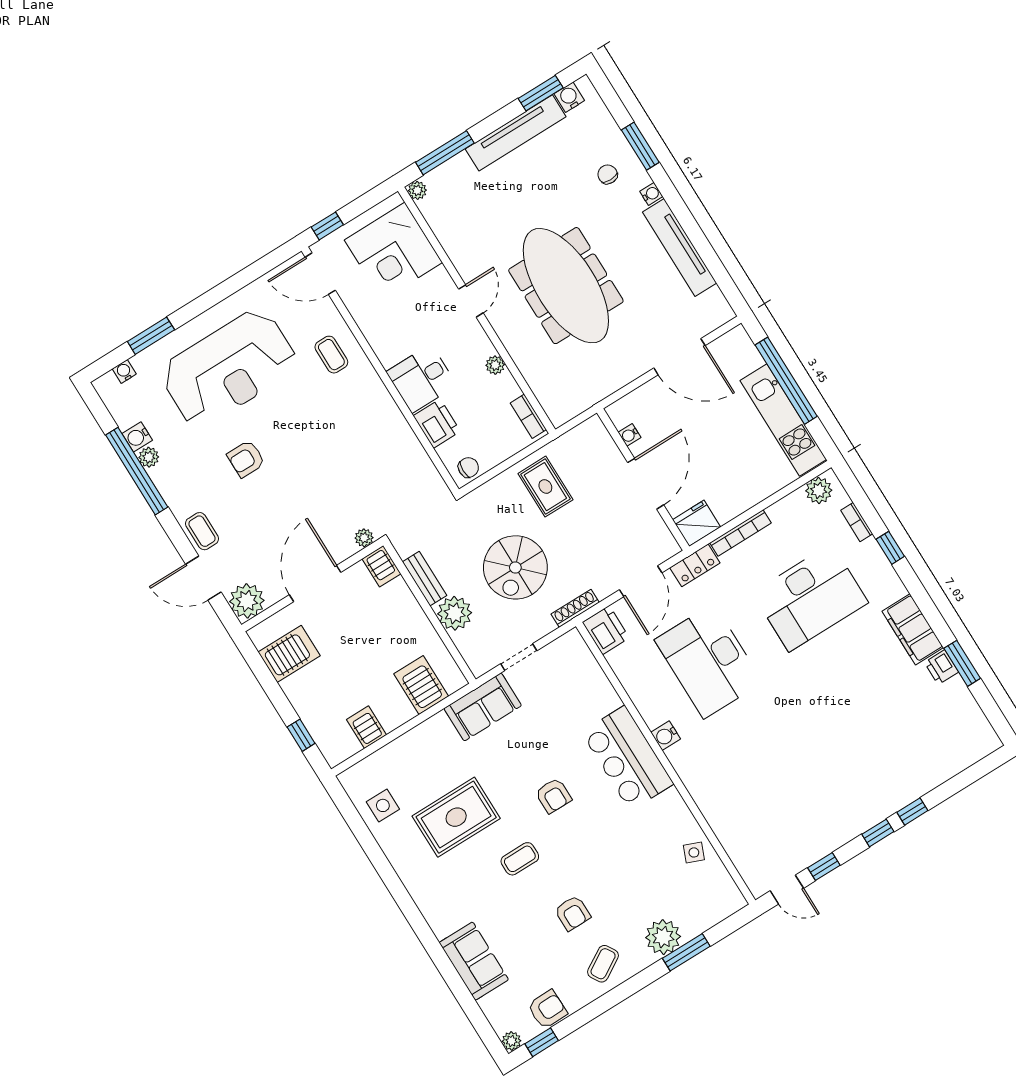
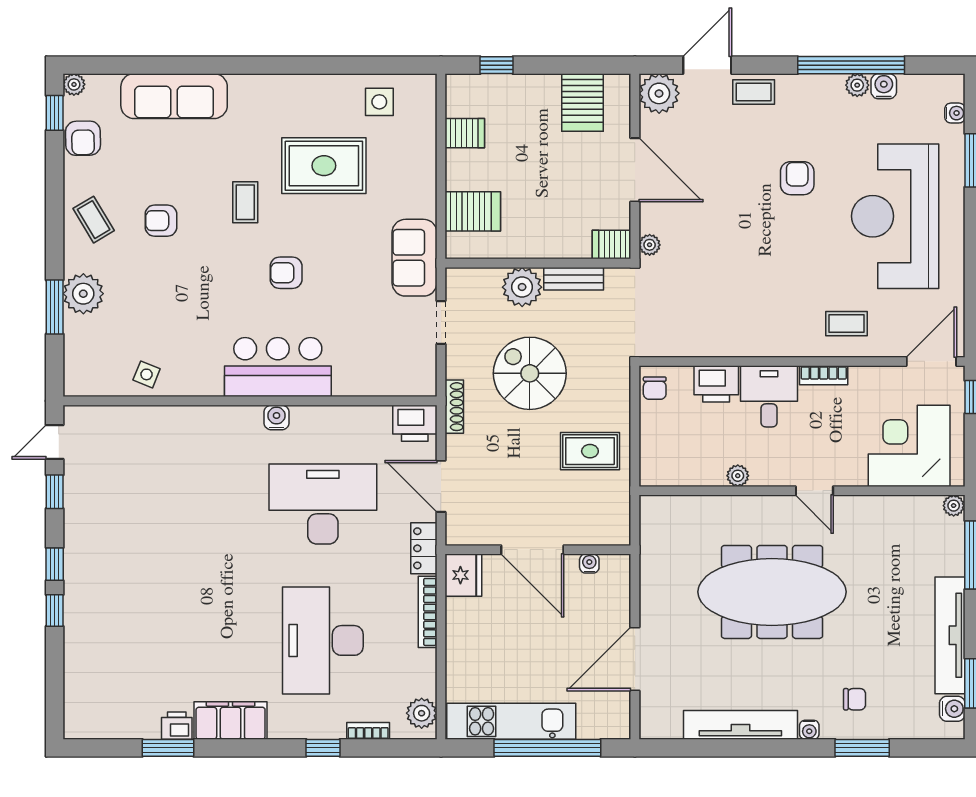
bookcase: (528, 416) -> (824, 375), moved, turned 180
rug: (456, 817) -> (324, 166), turned 90
sofa: (474, 961) -> (174, 96), width x1.36

